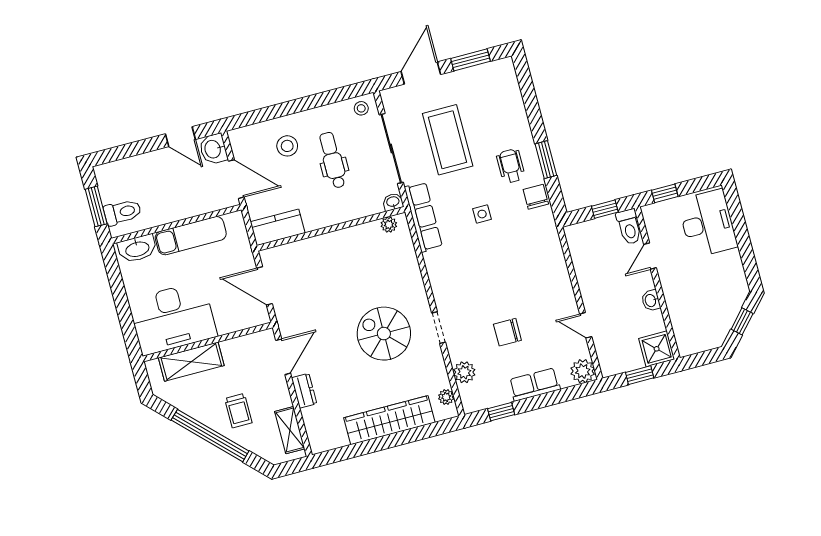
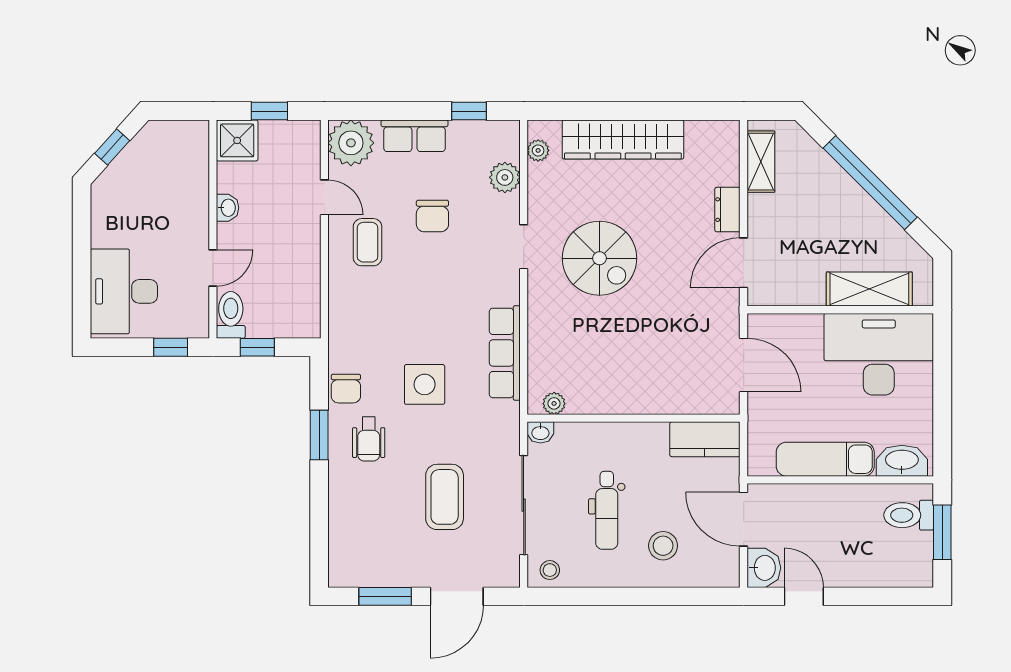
coffee table: (448, 140) -> (445, 497), width x0.73, depth x0.76
side table: (482, 214) -> (425, 384), width x1.87, depth x1.87
row of seats: (423, 217) -> (505, 353), moved
coffee table: (548, 302) -> (368, 242), added
chair: (507, 332) -> (432, 216), turned 90
plant: (583, 371) -> (351, 143), width x1.36, depth x1.36
trolley: (238, 411) -> (823, 206), removed

